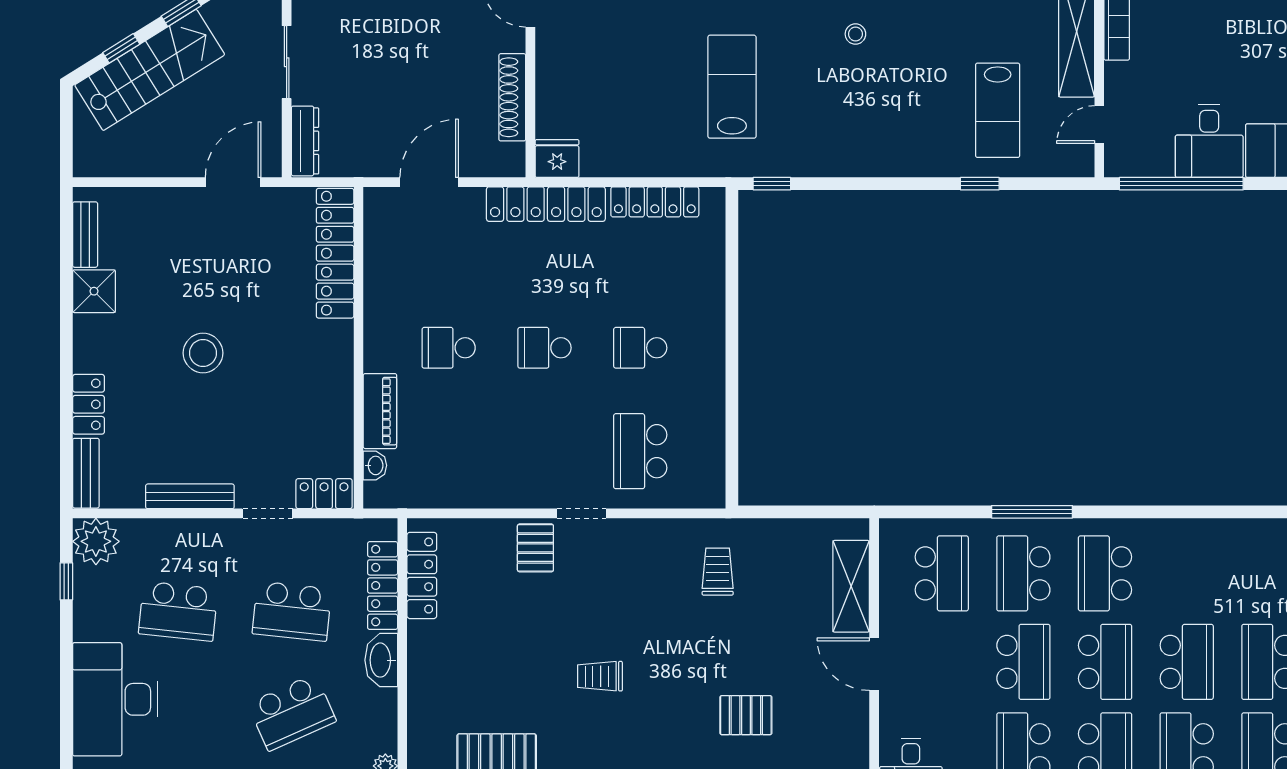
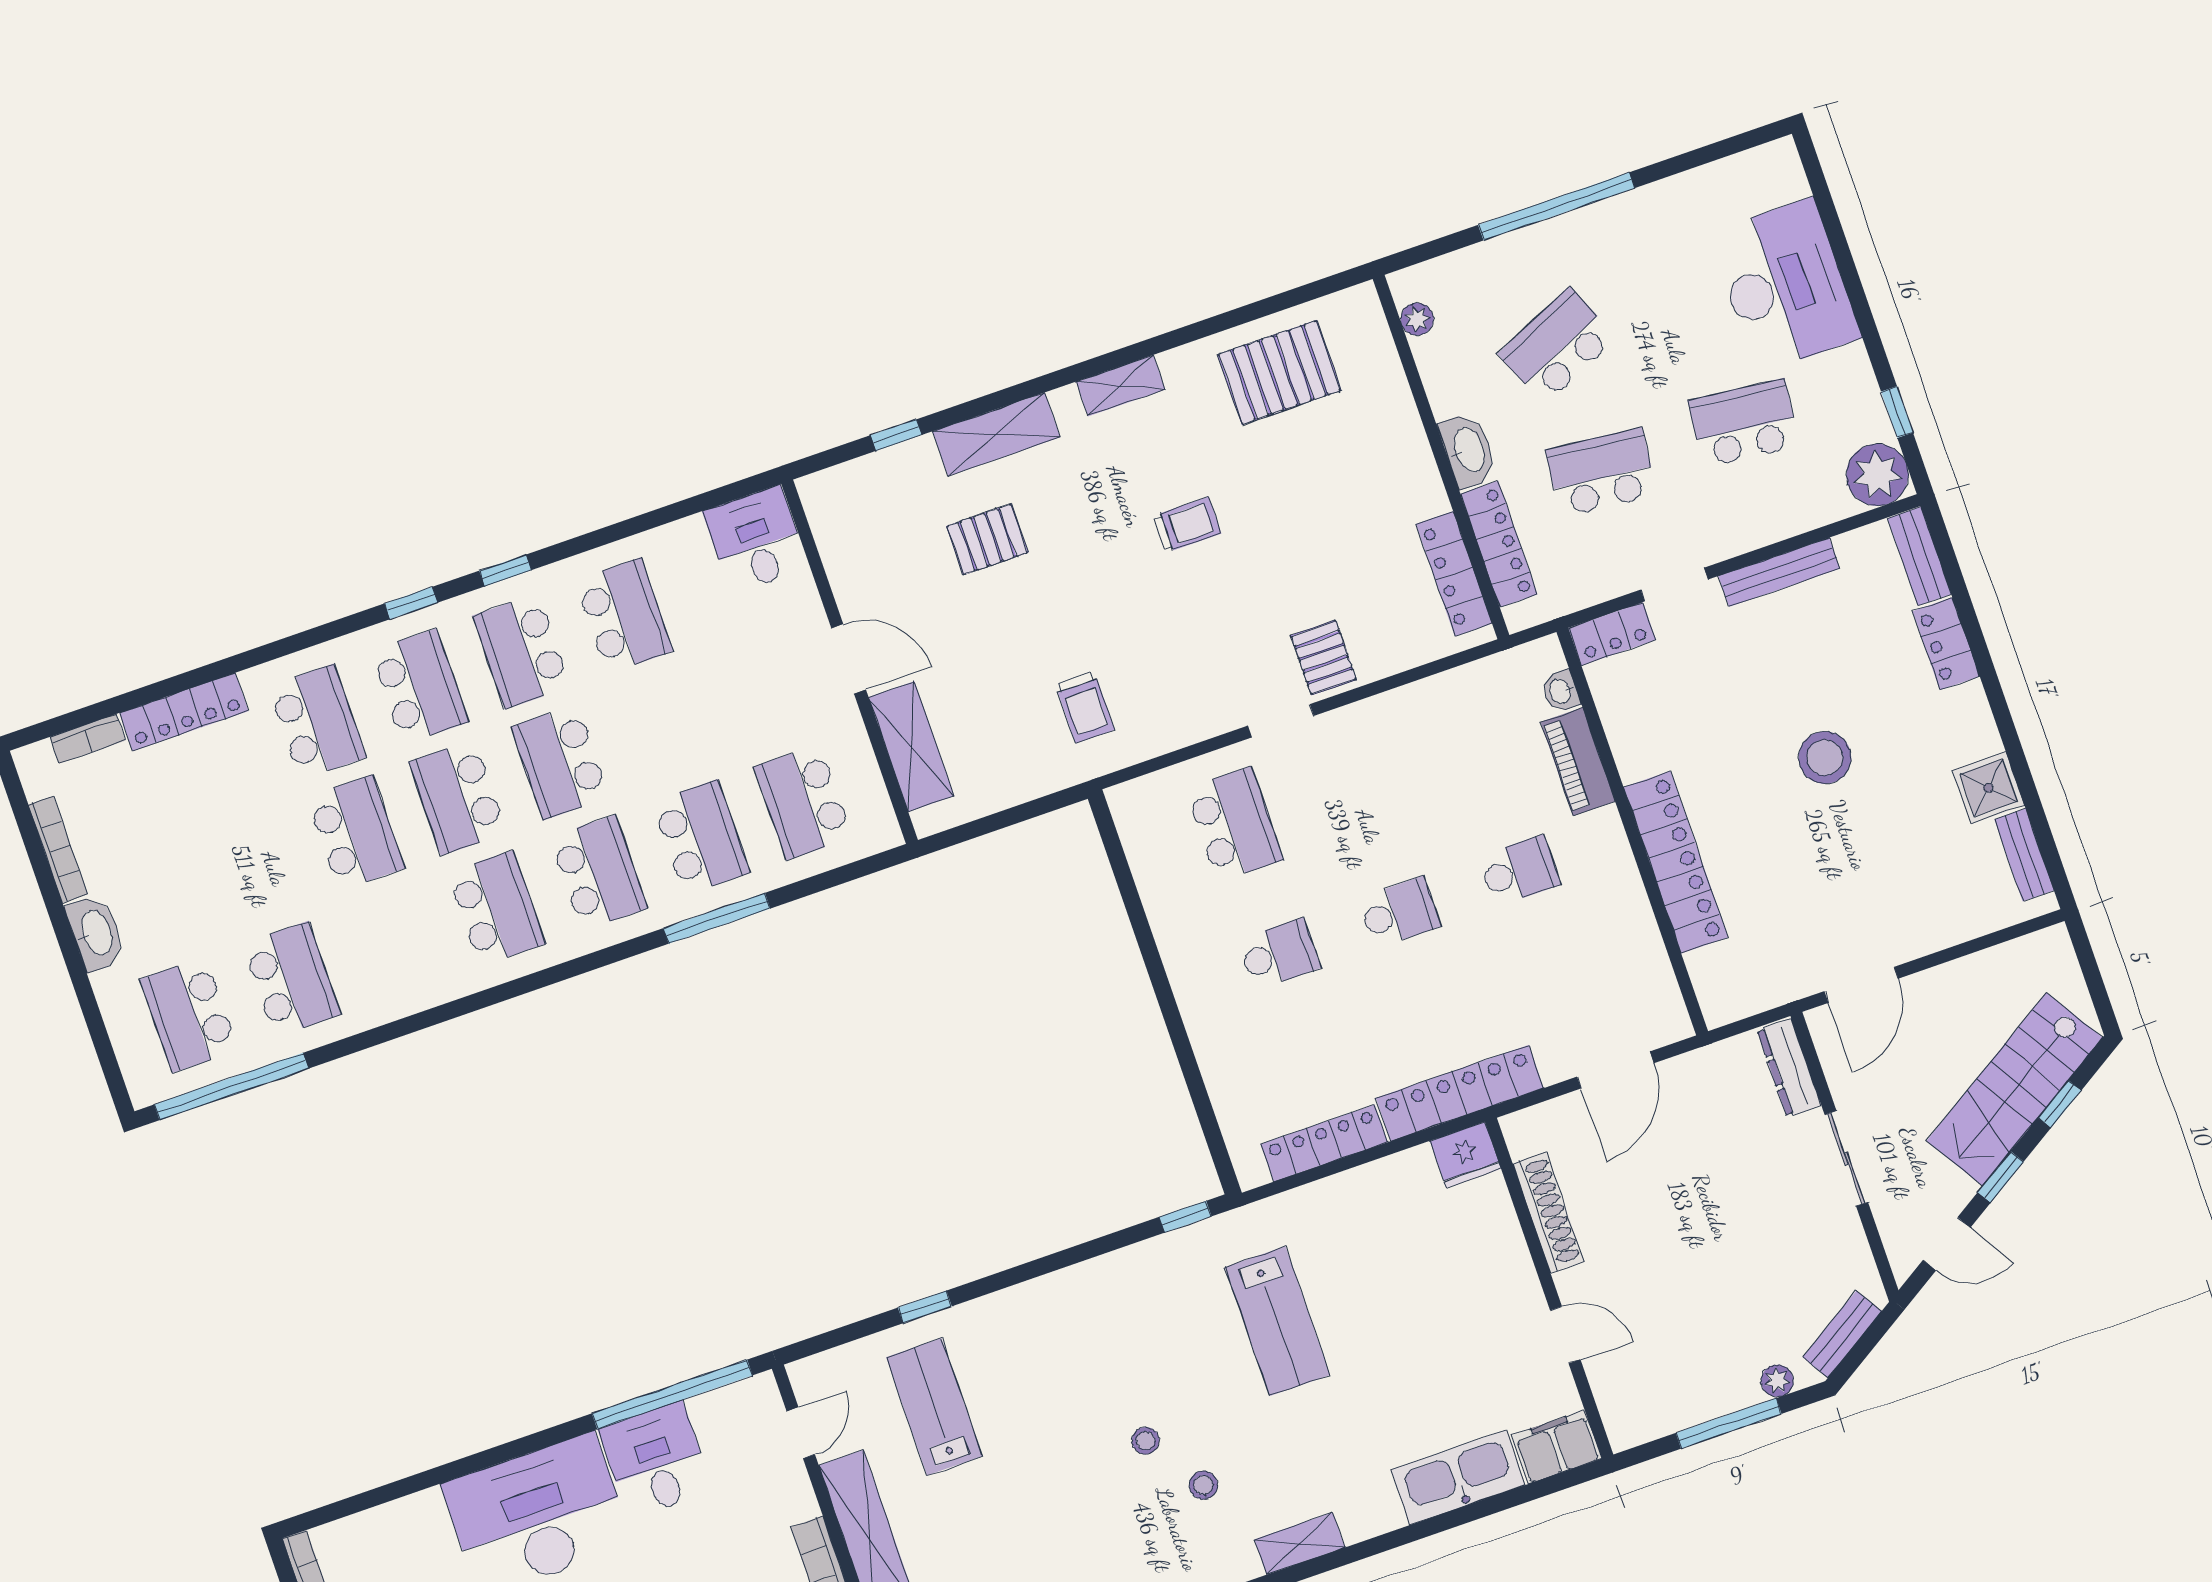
locker: (335, 253) -> (1676, 862), moved
school desk: (1023, 662) -> (496, 908), moved, turned 180

